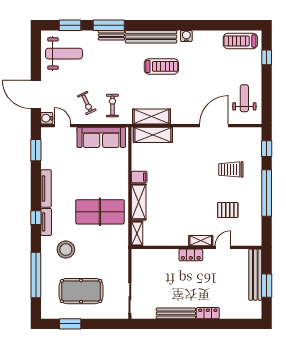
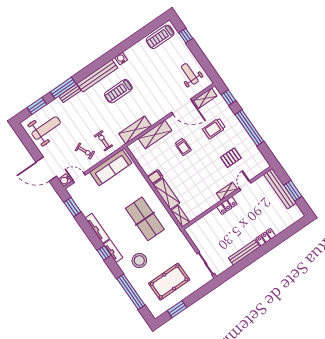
treadmill: (161, 66) -> (118, 91), turned 180
door: (214, 126) -> (182, 107), swing flipped
shelving: (243, 133) -> (205, 98), added
shelving: (153, 135) -> (155, 135), moved
trolley: (187, 166) -> (183, 147), added
table tennis table: (100, 212) -> (145, 219), turned 90

